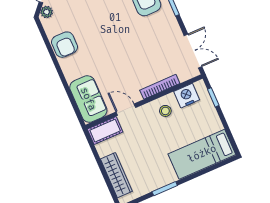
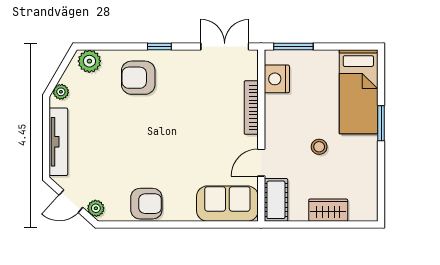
window: (213, 97) -> (293, 47), width x1.50
stool: (165, 111) -> (319, 147), moved
wardrobe: (116, 175) -> (328, 210), width x0.67
window: (165, 189) -> (381, 123), moved

